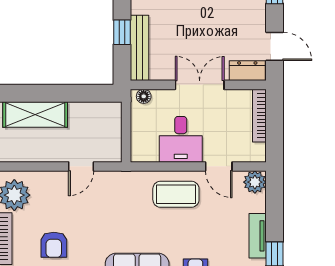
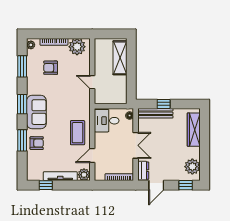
desk: (181, 139) -> (107, 121), moved
tv unit: (258, 236) -> (60, 176), width x1.41

